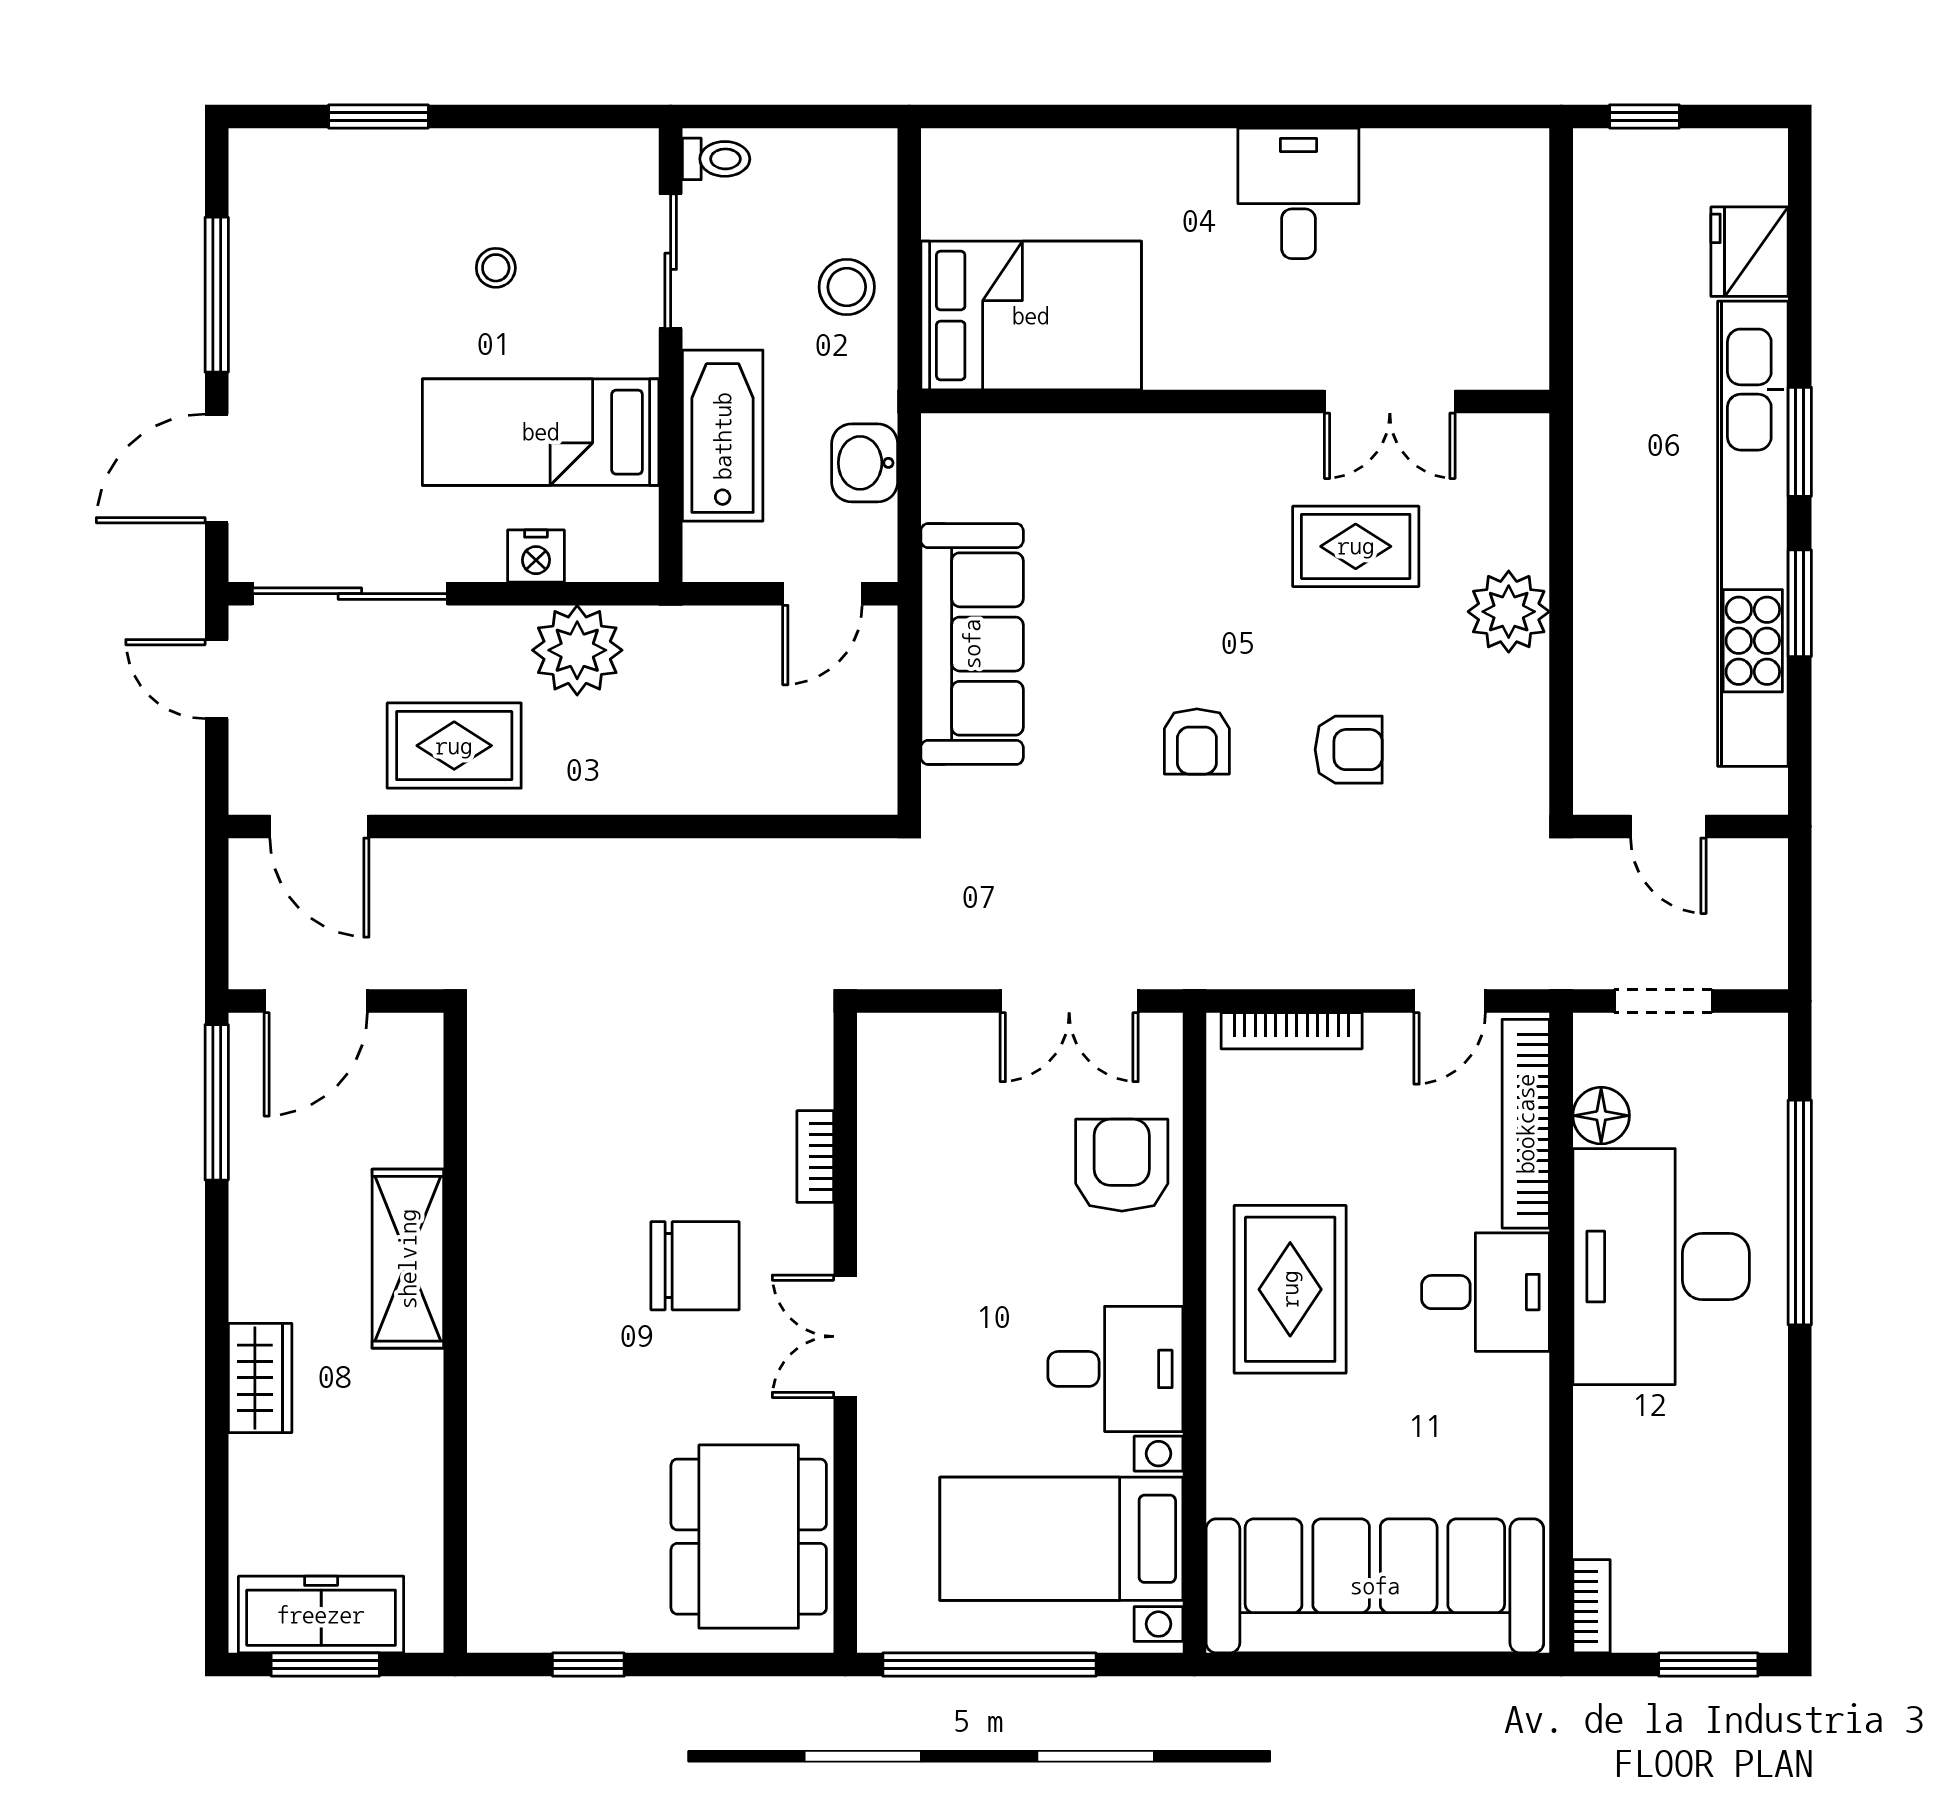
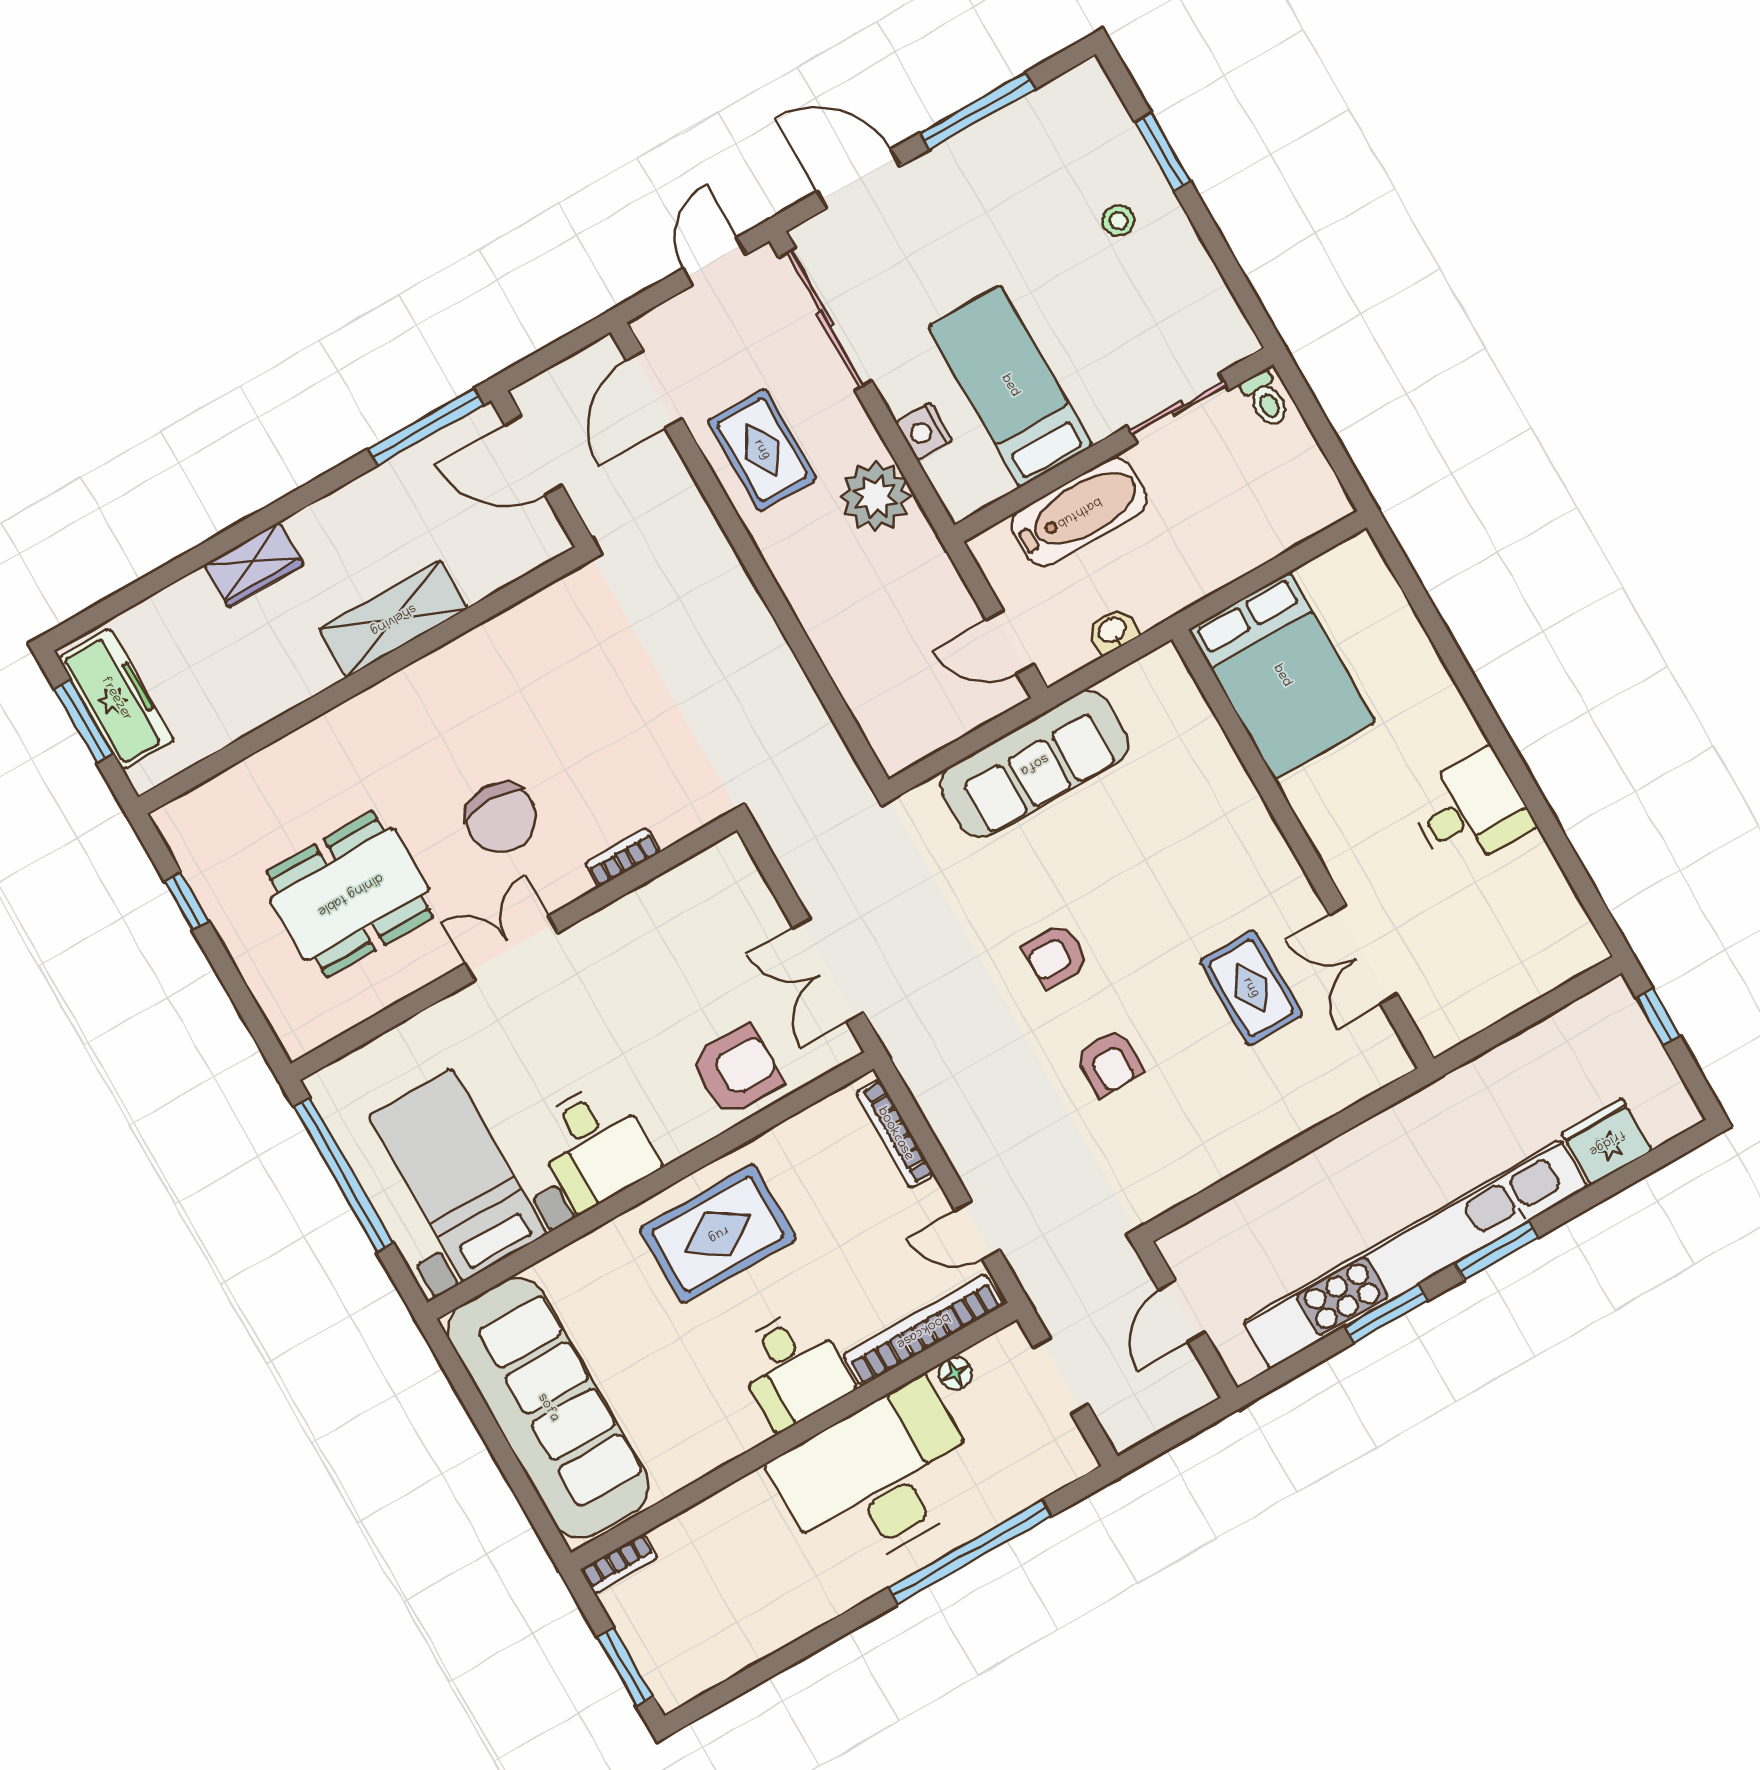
stool: (496, 268) -> (1118, 221), moved
stool: (847, 287) -> (1229, 539), removed
washbasin: (865, 463) -> (1113, 631), width x0.72, depth x0.69
plant: (1509, 612) -> (1267, 1118), removed
floor lamp: (1601, 1116) -> (955, 1373), width x0.73, depth x0.73
dining table: (749, 1537) -> (350, 894), moved

